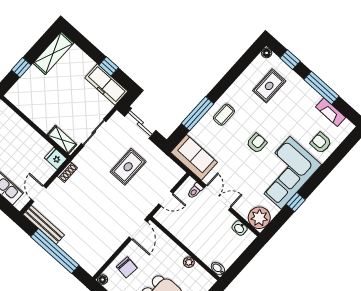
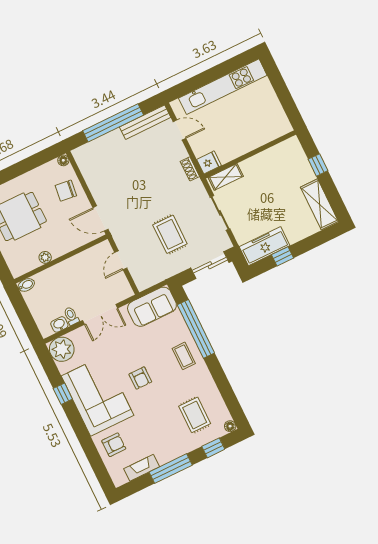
window: (198, 114) -> (196, 329), width x1.46
toilet: (195, 191) -> (71, 316), moved

